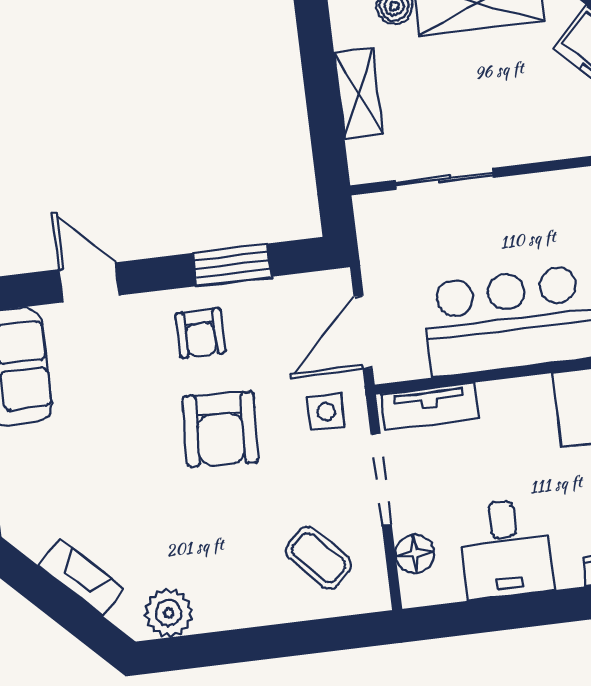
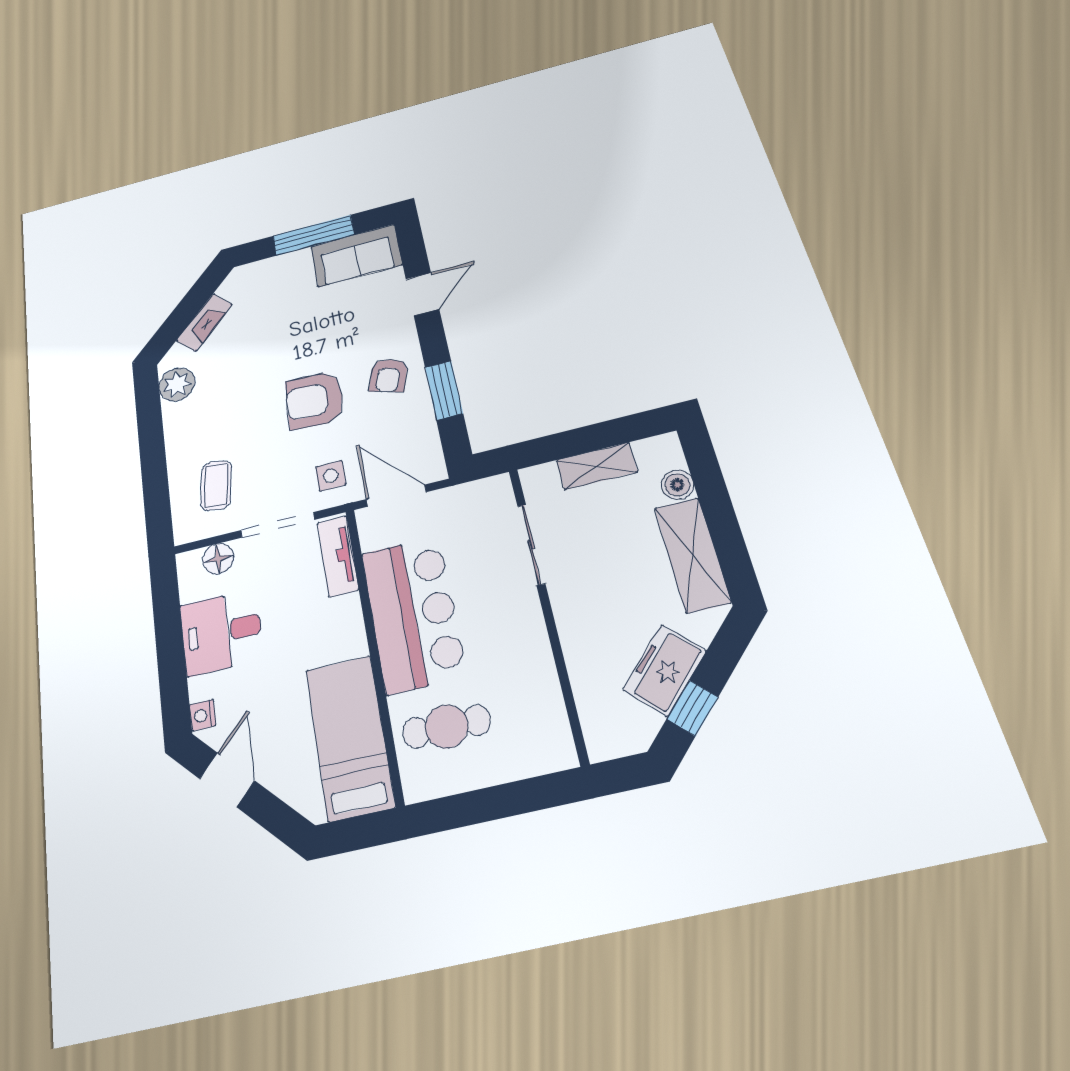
armchair: (200, 333) -> (388, 376), turned -73
coffee table: (319, 558) -> (216, 485), turned -39

